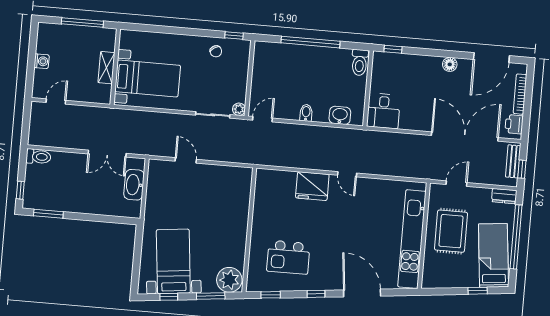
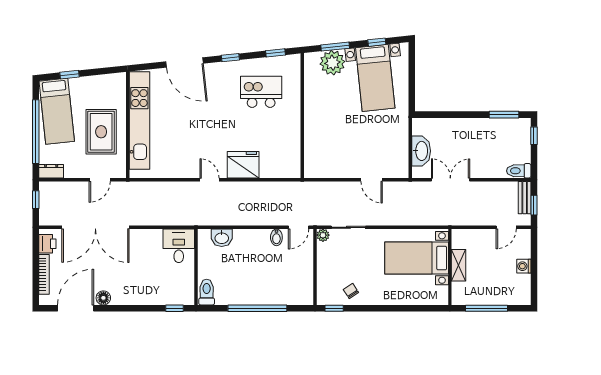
floor lamp: (450, 64) -> (103, 298), moved
bidet: (306, 113) -> (276, 237), moved
window: (26, 121) -> (534, 205), added
bench: (513, 161) -> (525, 198), moved
plant: (229, 280) -> (332, 63), moved

